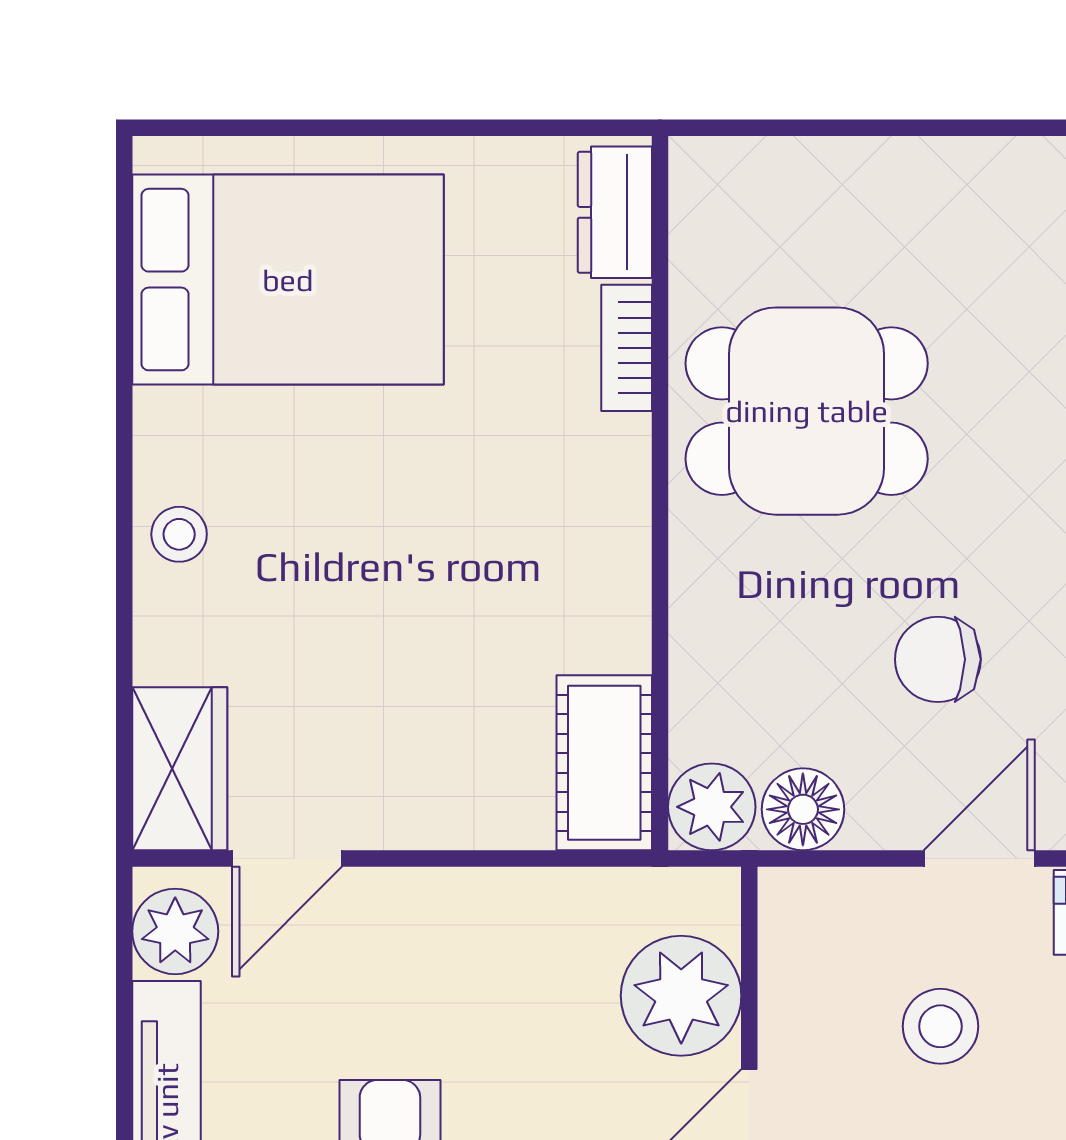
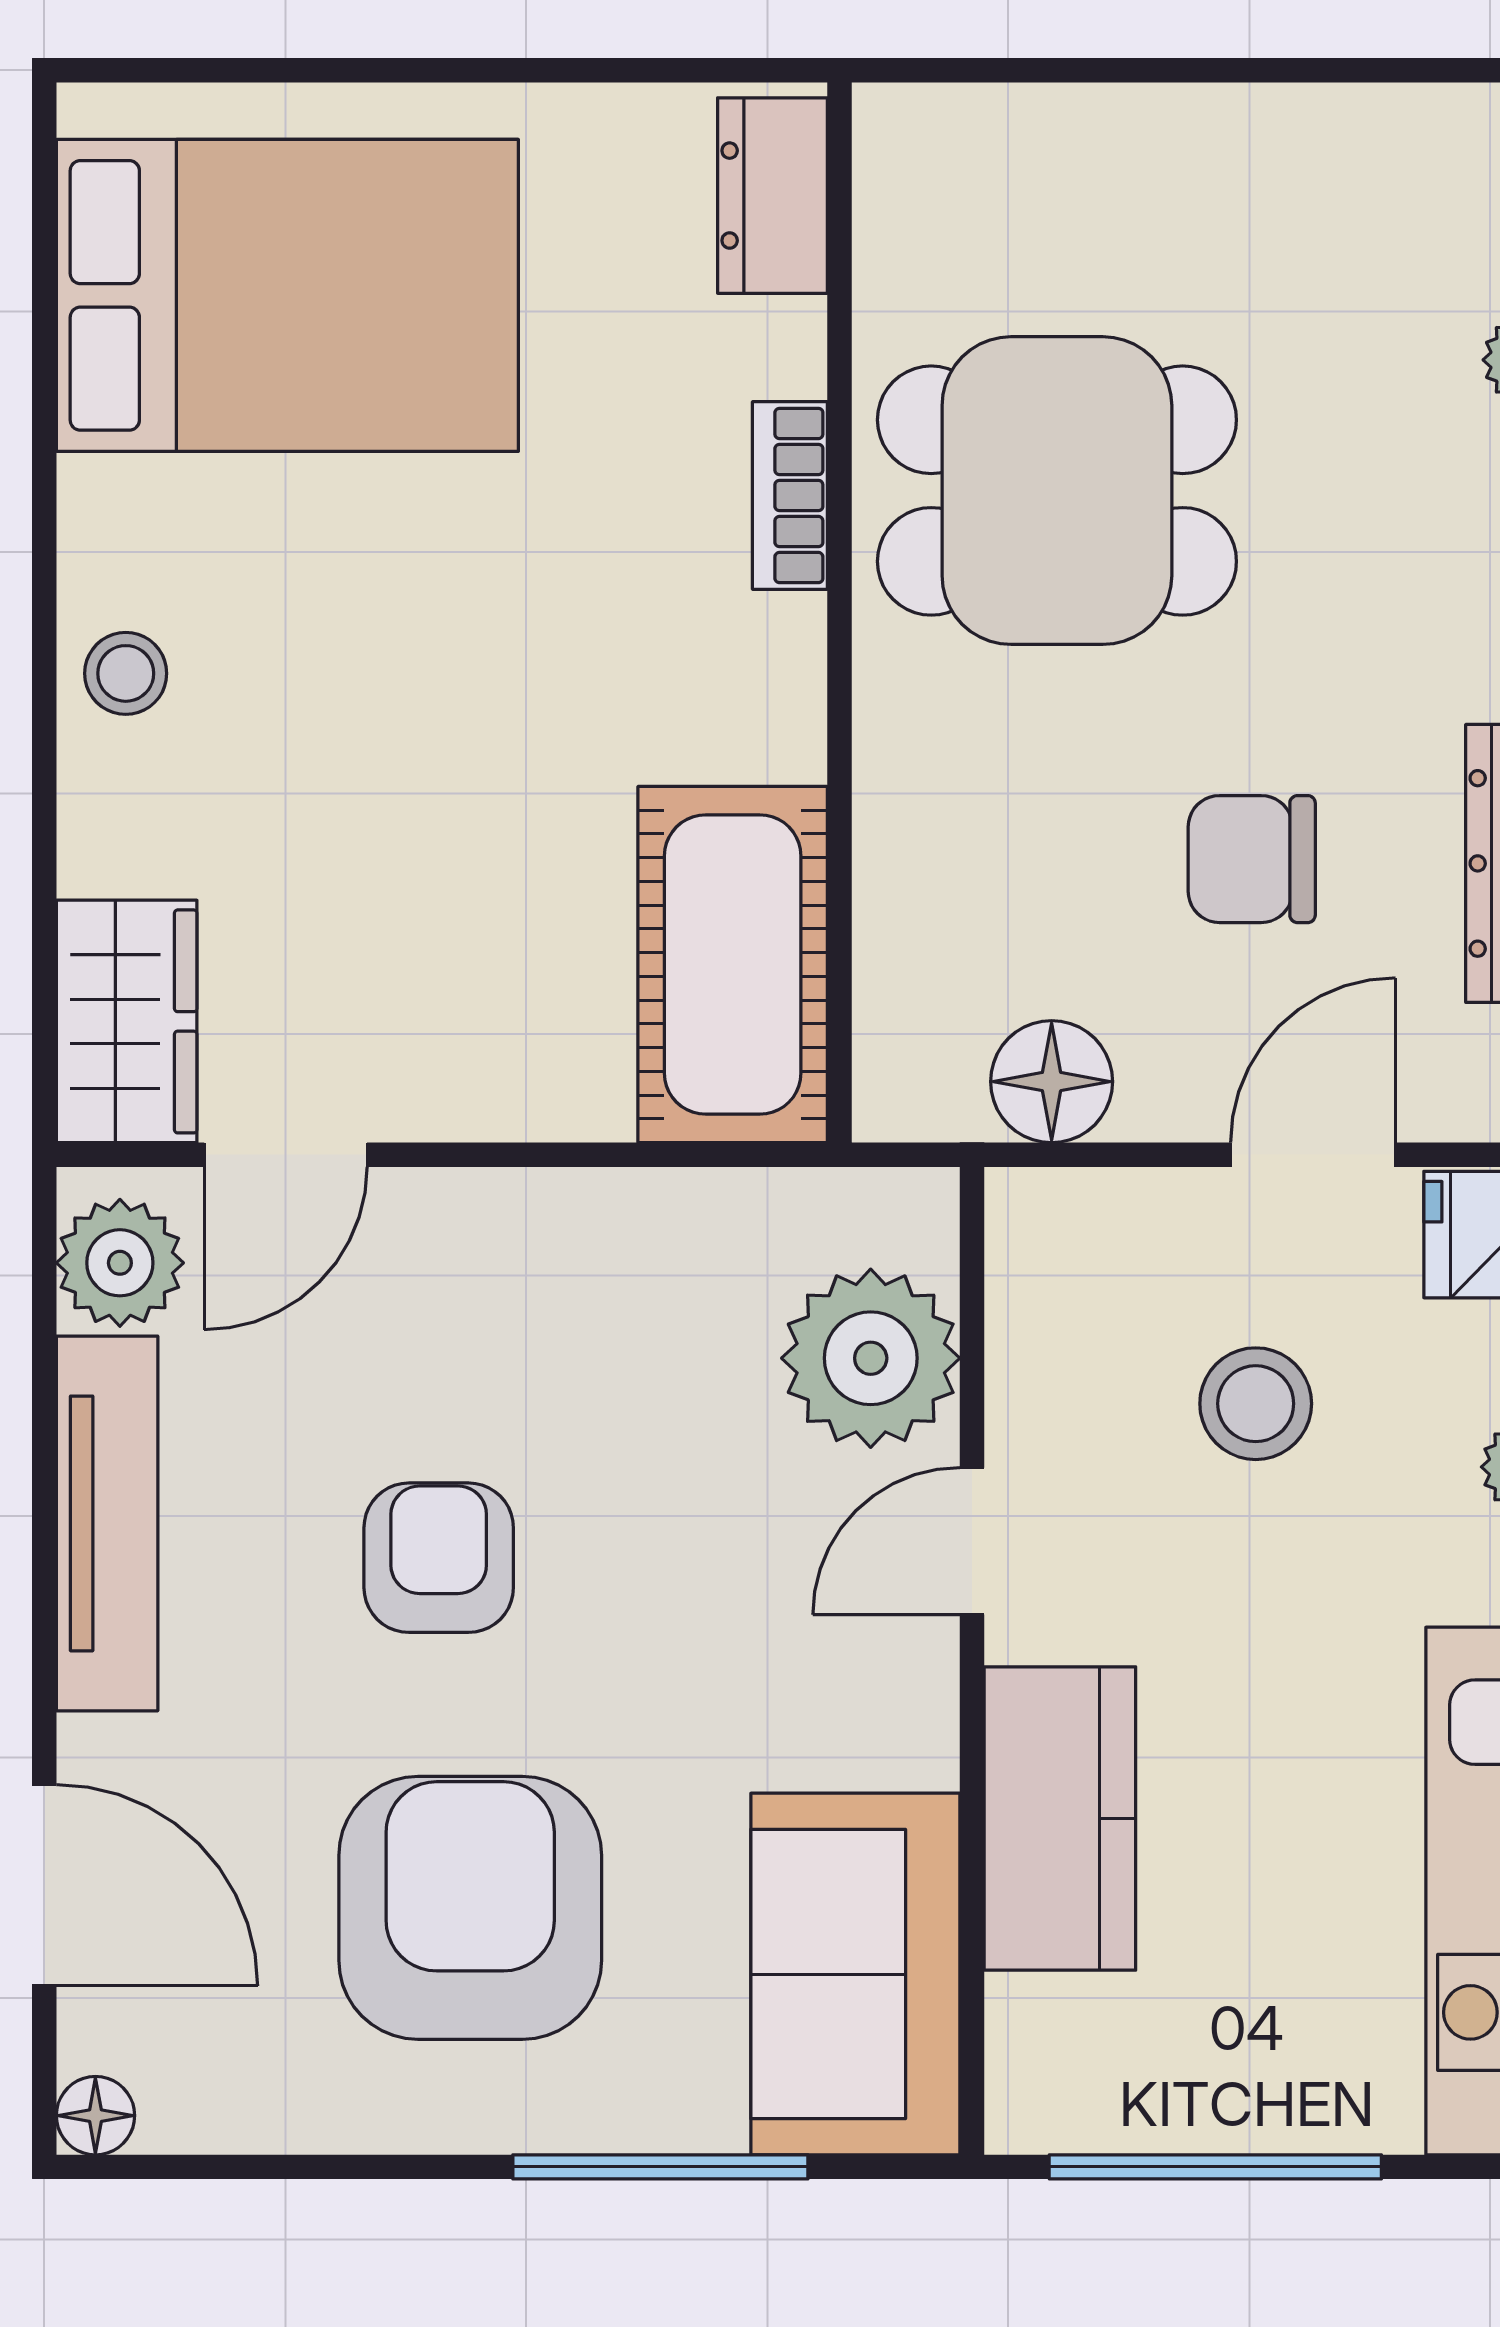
bookcase: (627, 348) -> (790, 496), moved
cot: (604, 763) -> (733, 965), width x1.37, depth x1.34
plant: (712, 807) -> (916, 1078), removed

